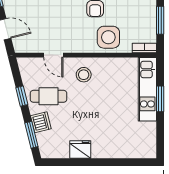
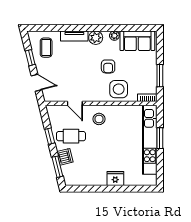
kitchen unit: (147, 89) -> (150, 140), width x1.36
fridge: (80, 149) -> (115, 178), moved

